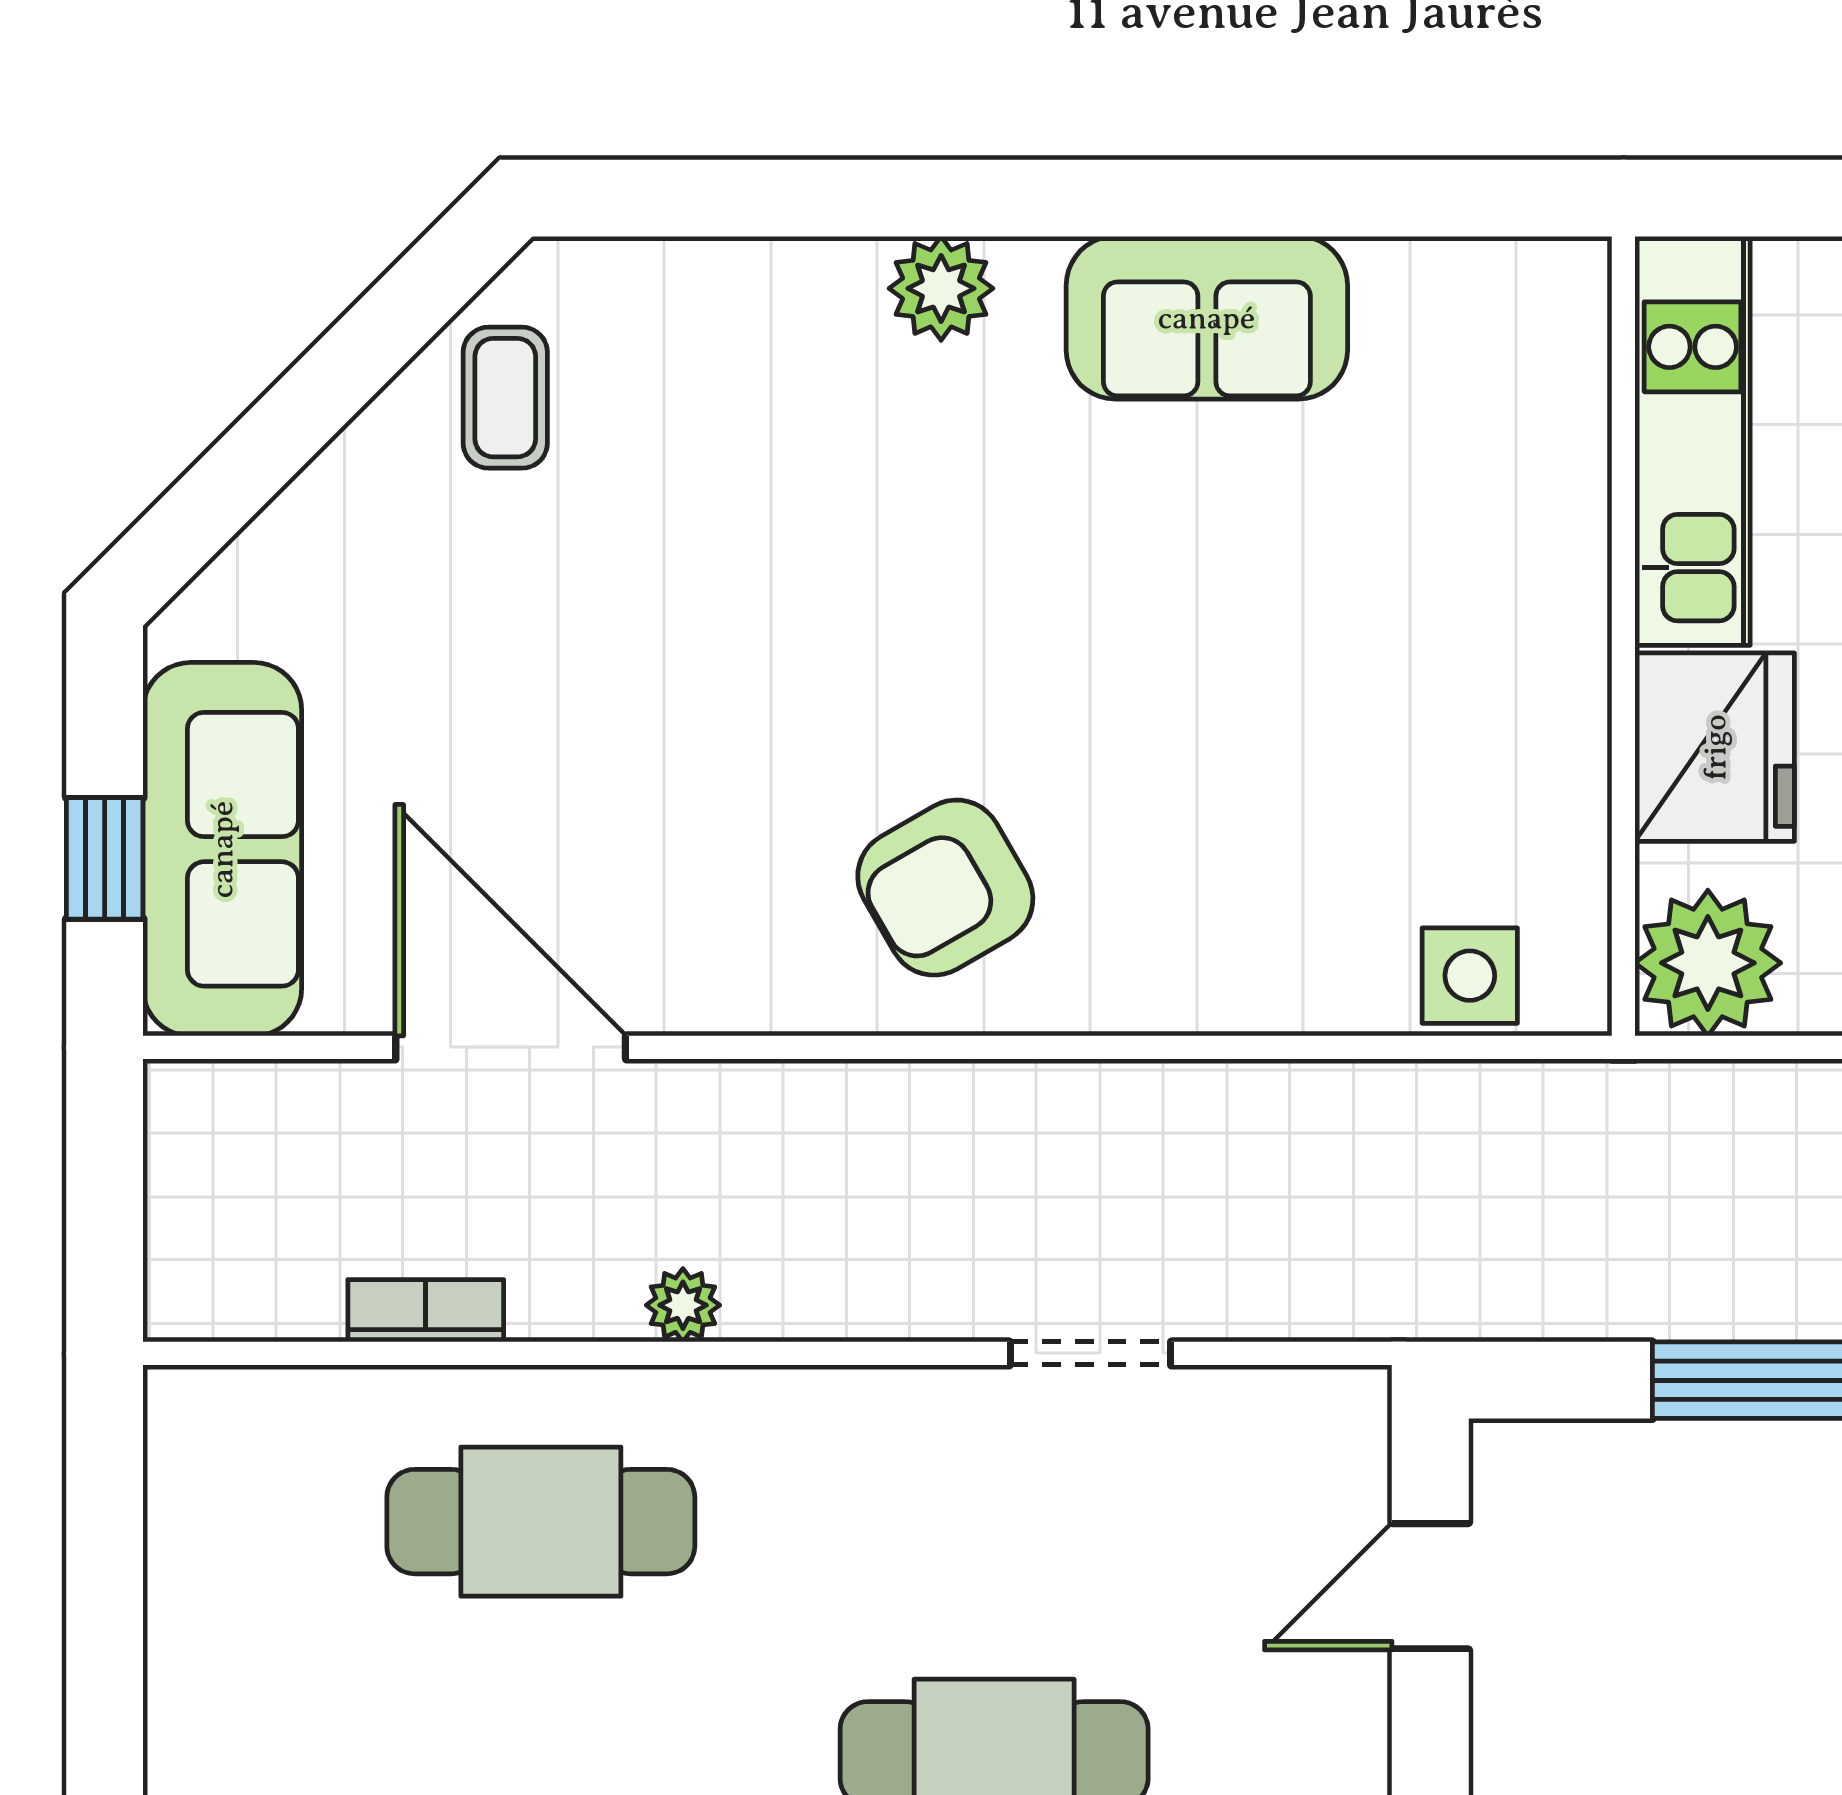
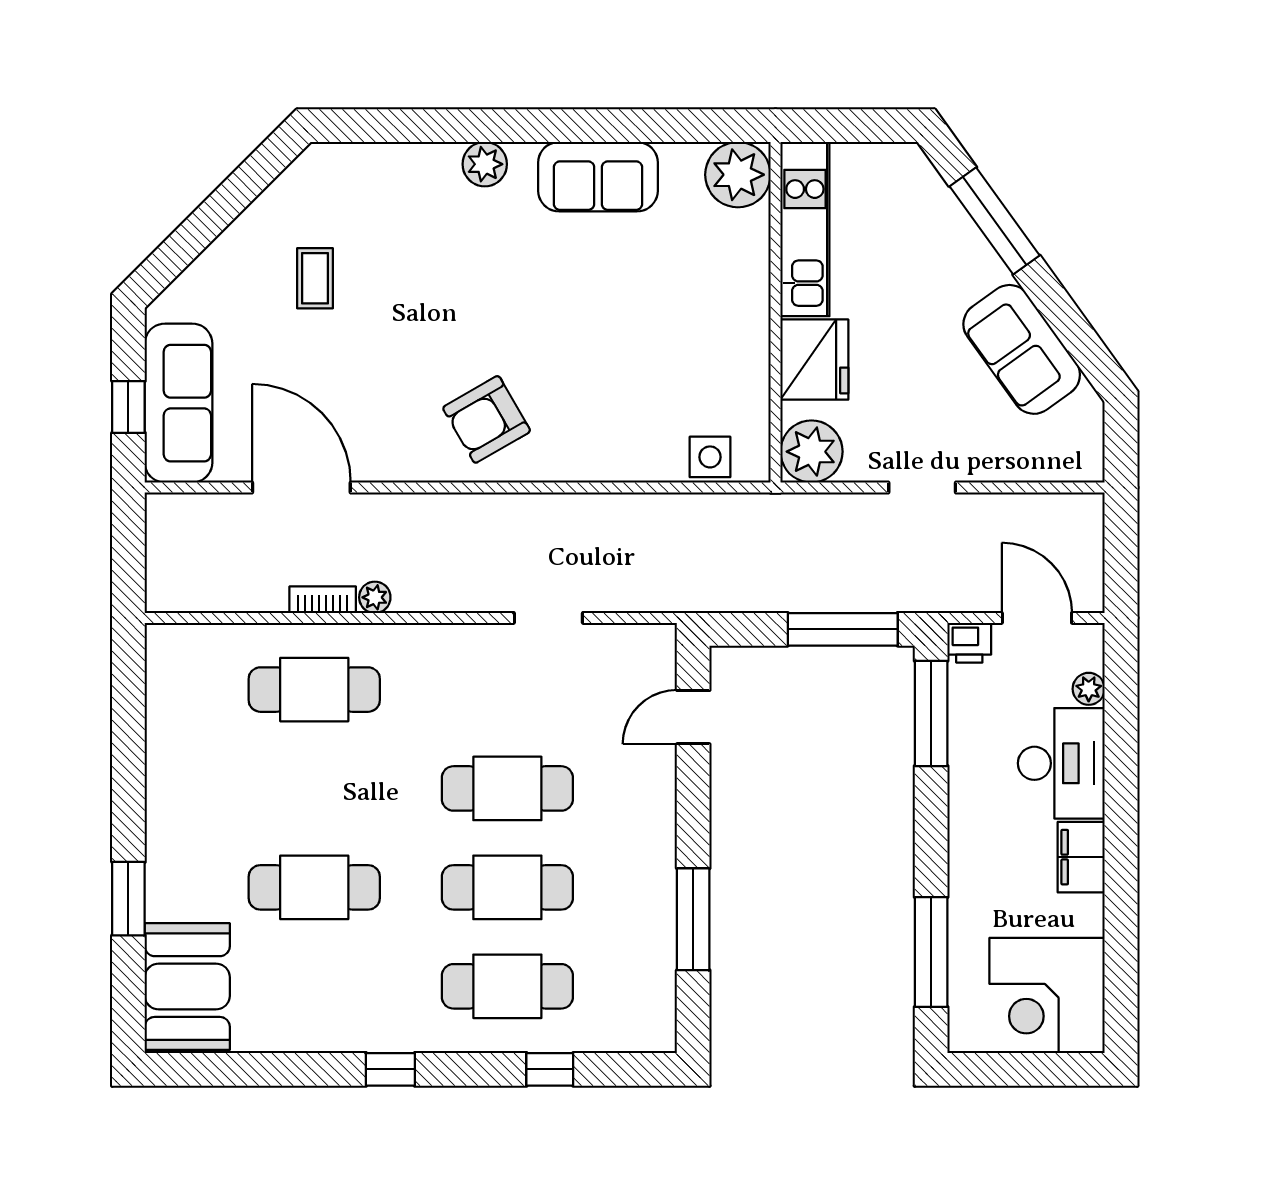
plant: (1535, 313) -> (738, 175), added
coffee table: (505, 398) -> (315, 278), moved
bookcase: (426, 1311) -> (323, 600), moved

